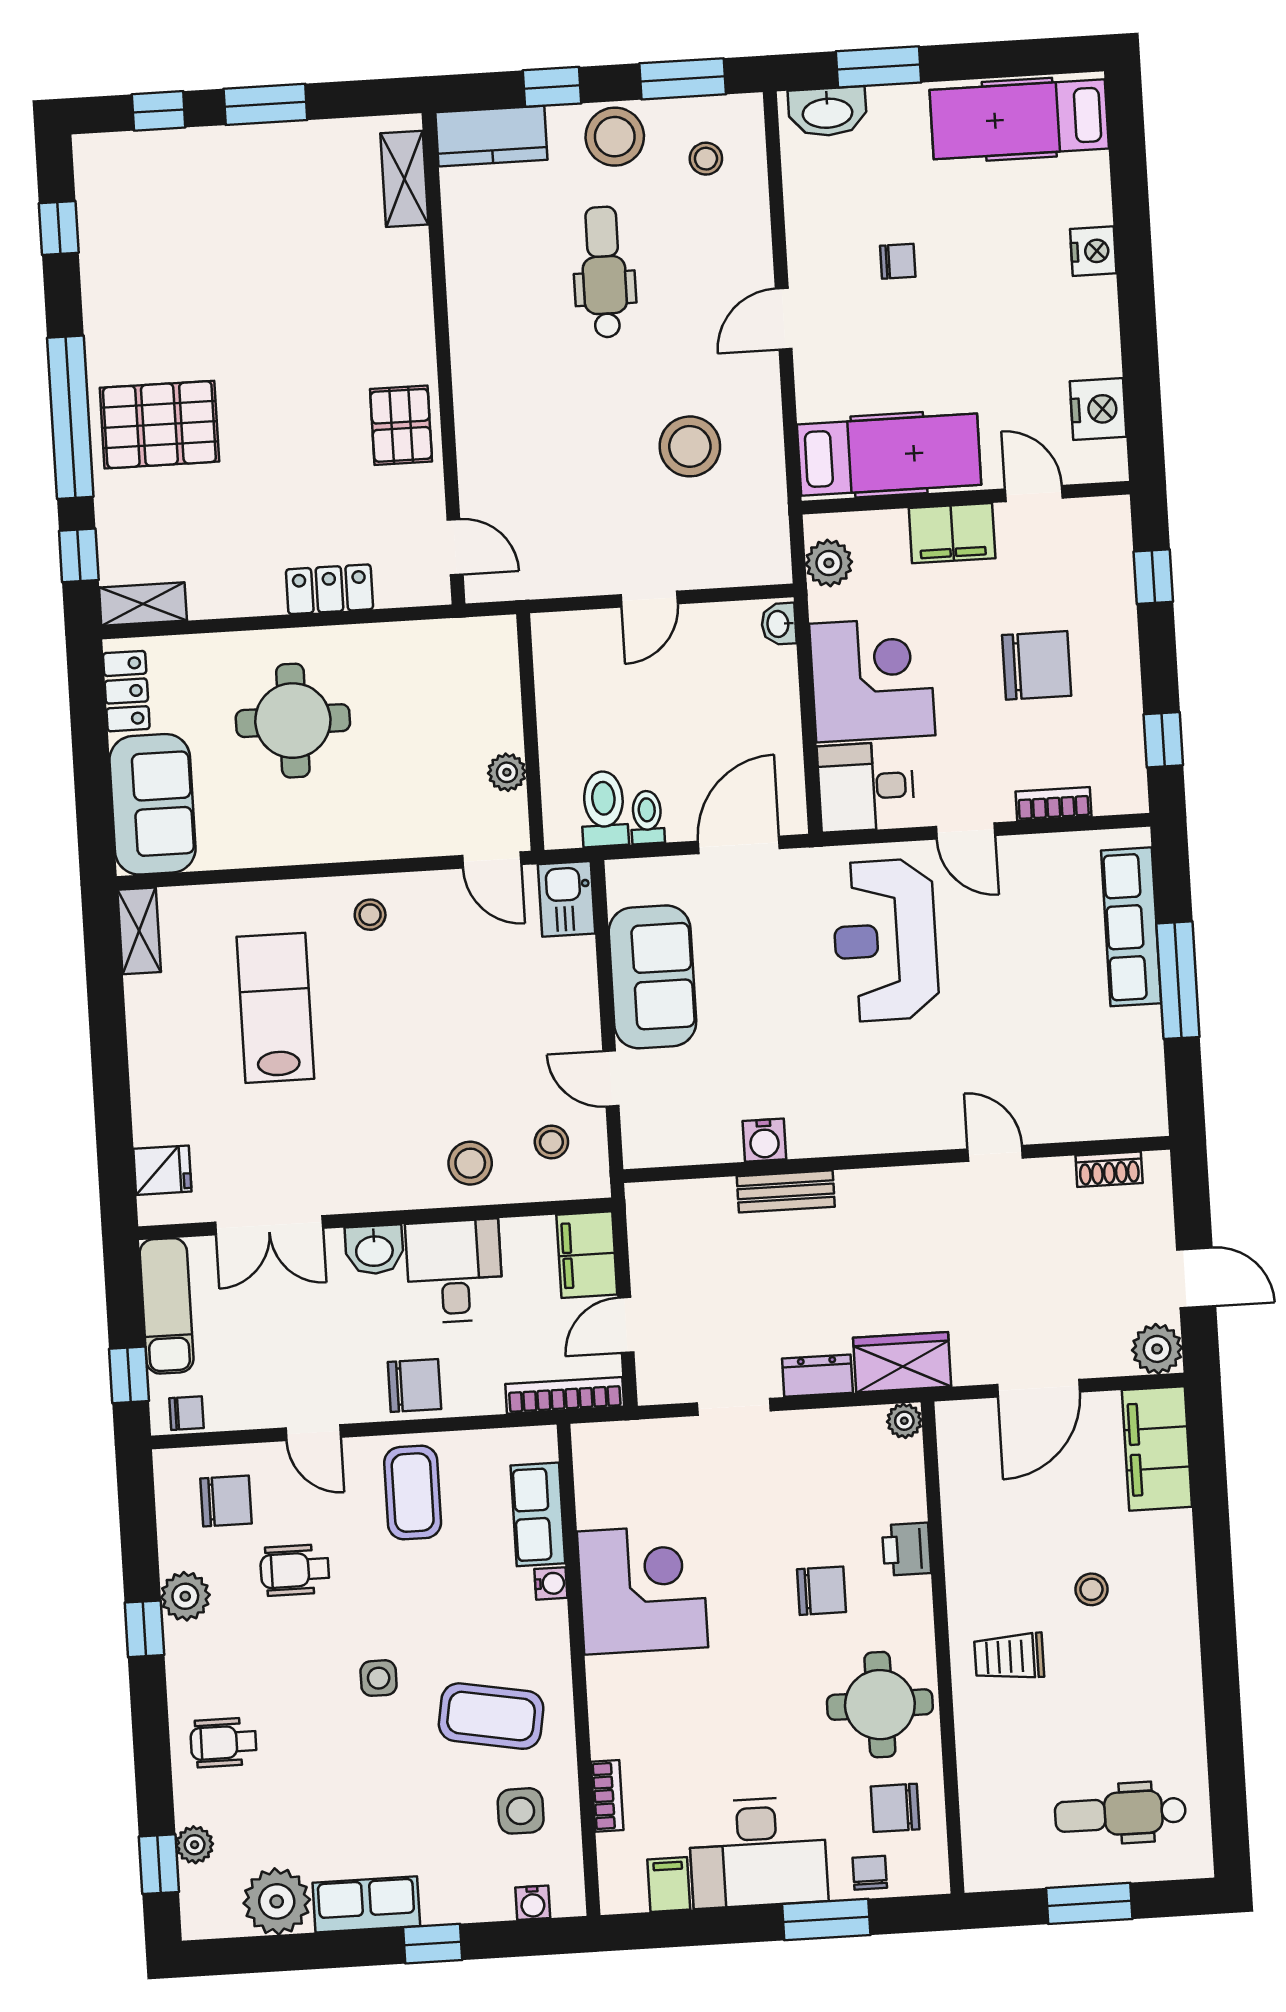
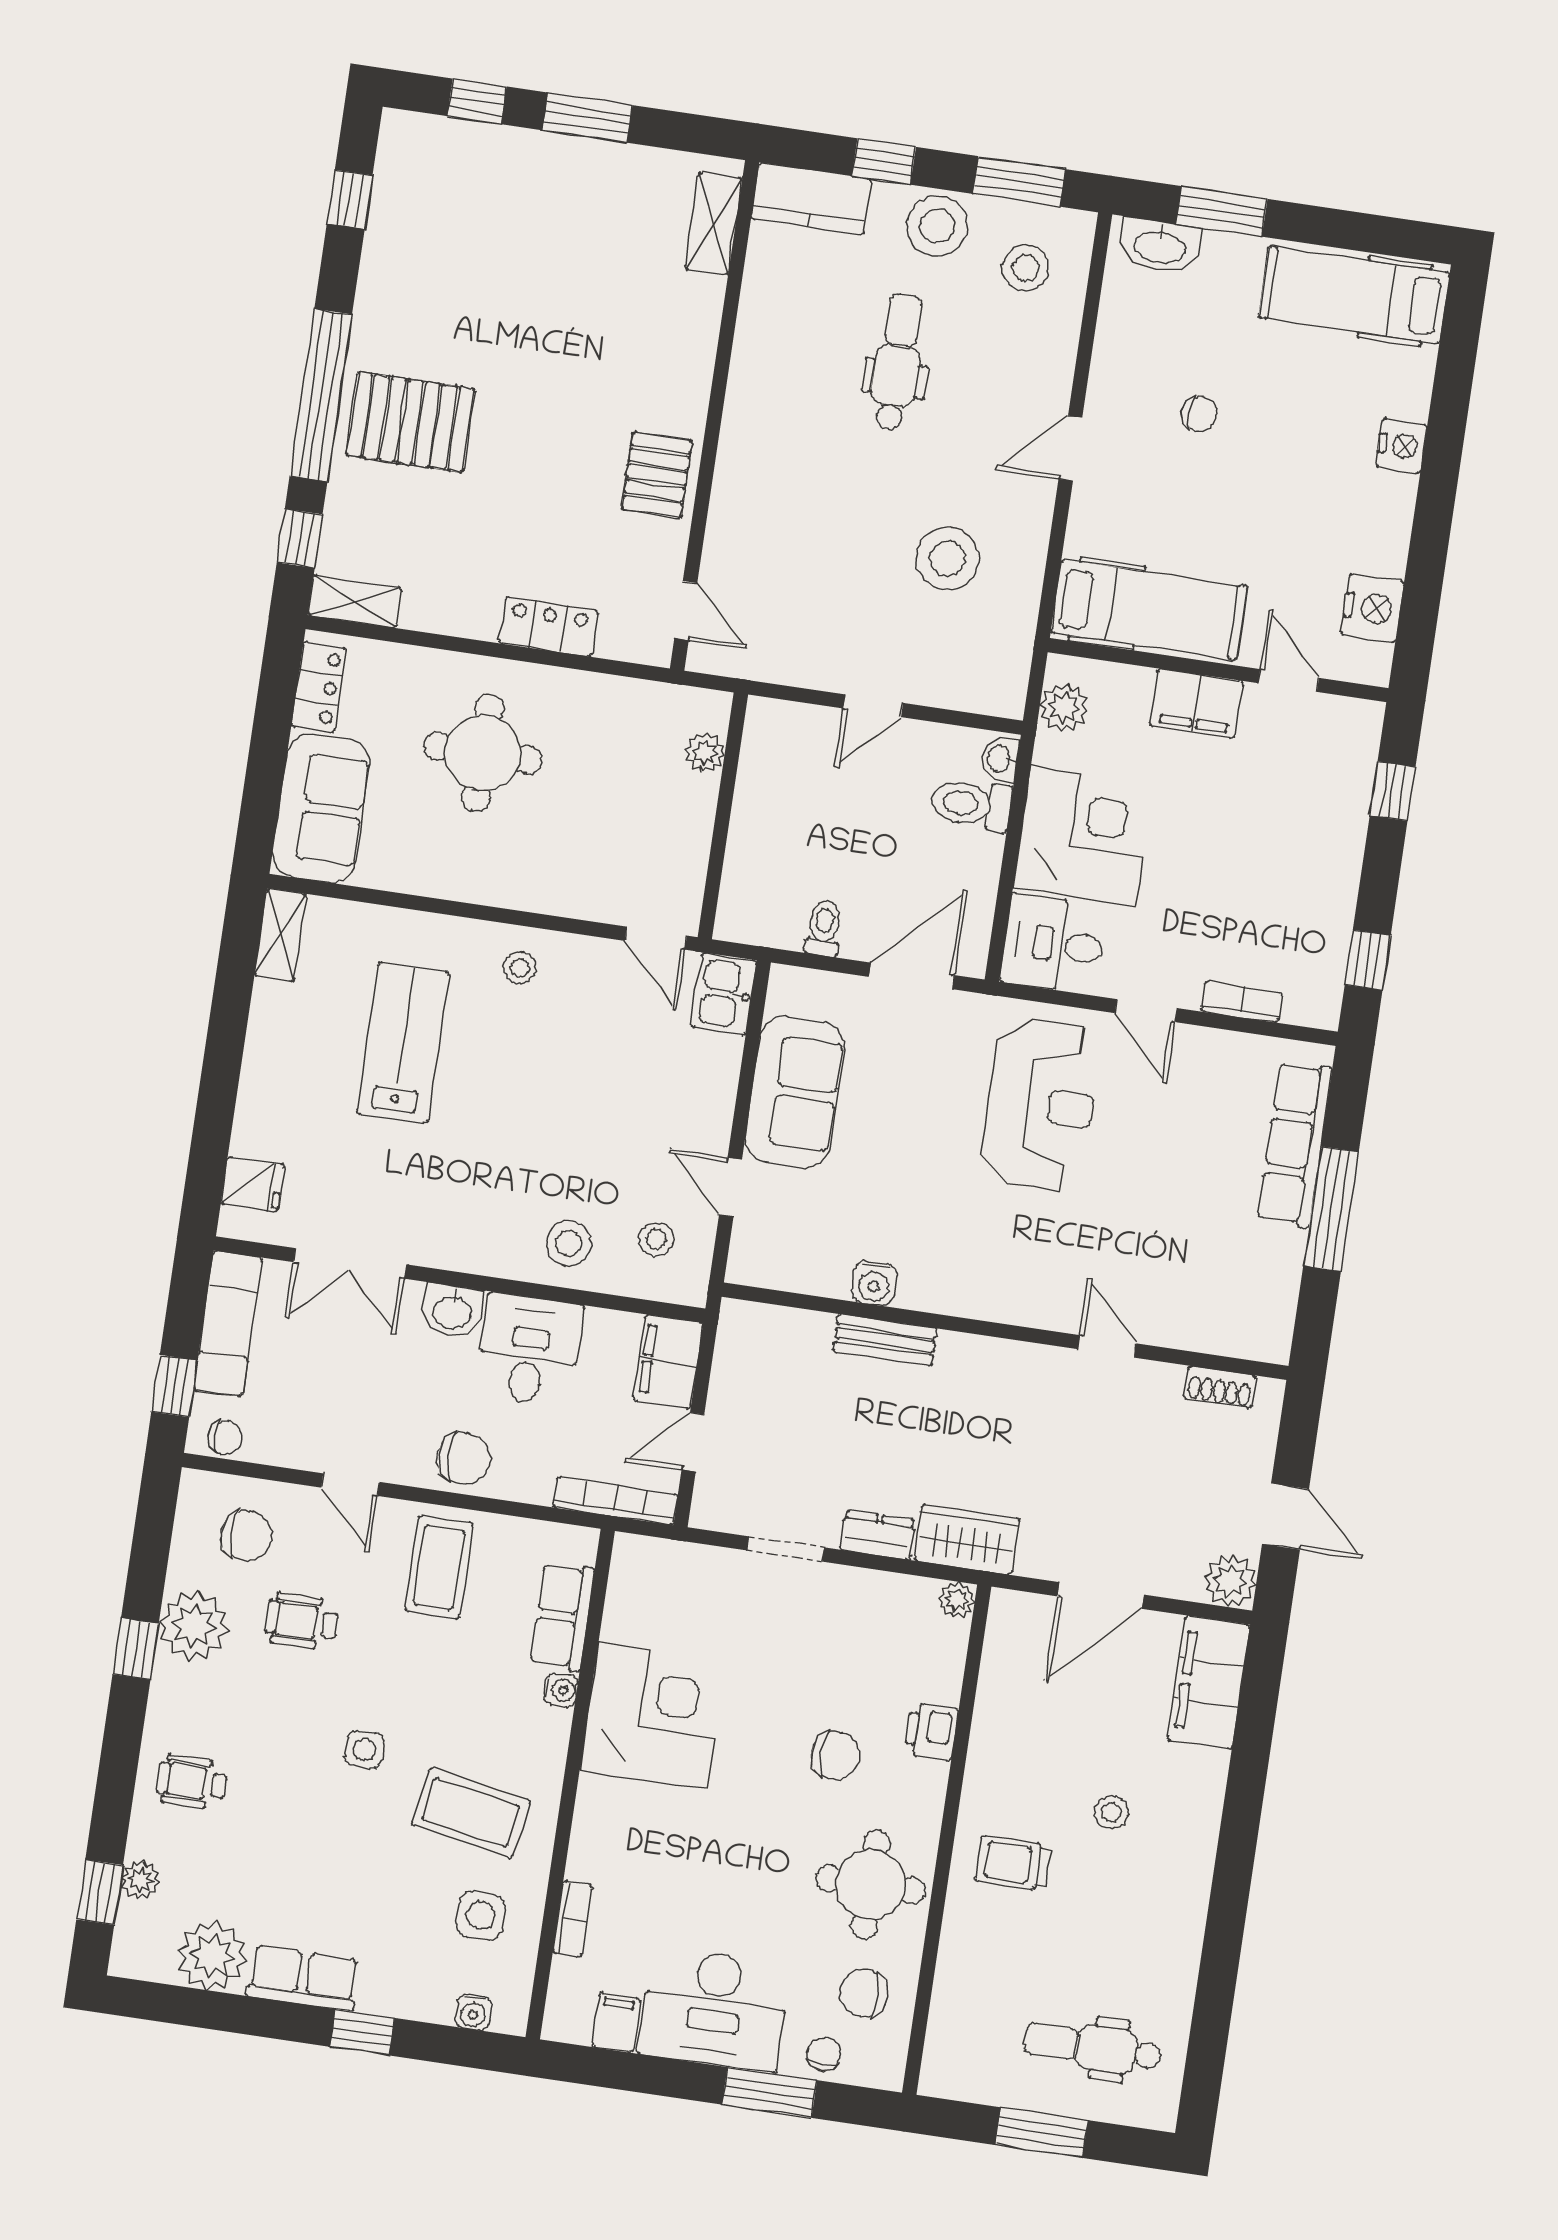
stool: (706, 159) -> (1026, 268), width x1.37, depth x1.37
chair: (1037, 665) -> (1254, 857), removed
plant: (507, 772) -> (705, 752), moved
toilet: (604, 809) -> (971, 804), moved, turned -90
reception desk: (885, 940) -> (1041, 1105), turned 180
plant: (185, 1596) -> (194, 1626), width x1.36, depth x1.36

